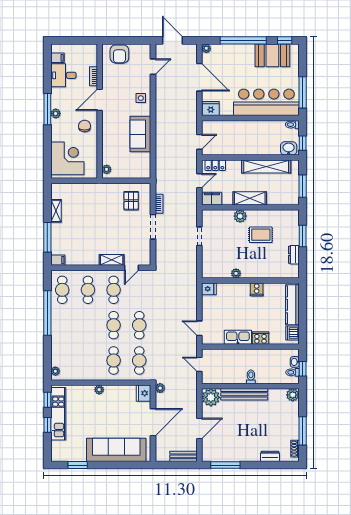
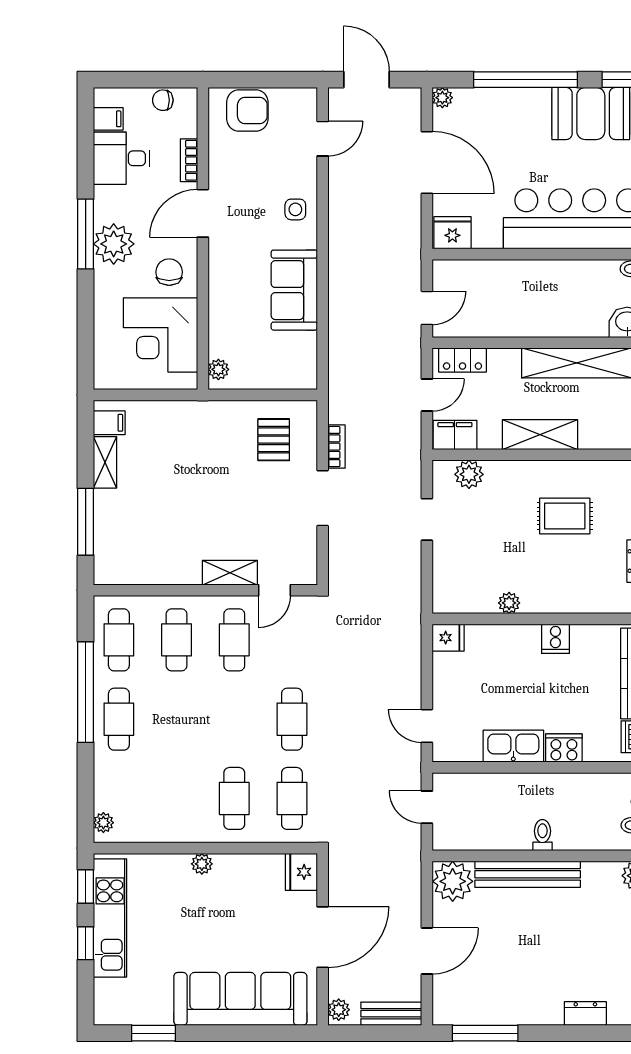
chair: (82, 49) -> (163, 100), added
armchair: (119, 54) -> (247, 111), turned -90
plant: (56, 113) -> (114, 244), width x1.87, depth x1.87
corner desk: (67, 158) -> (160, 335), moved, turned 180
plant: (240, 216) -> (469, 474), moved
filing cabinet: (58, 260) -> (109, 423), moved
cafe table: (114, 325) -> (119, 719), moved
plant: (160, 388) -> (339, 1010), moved

